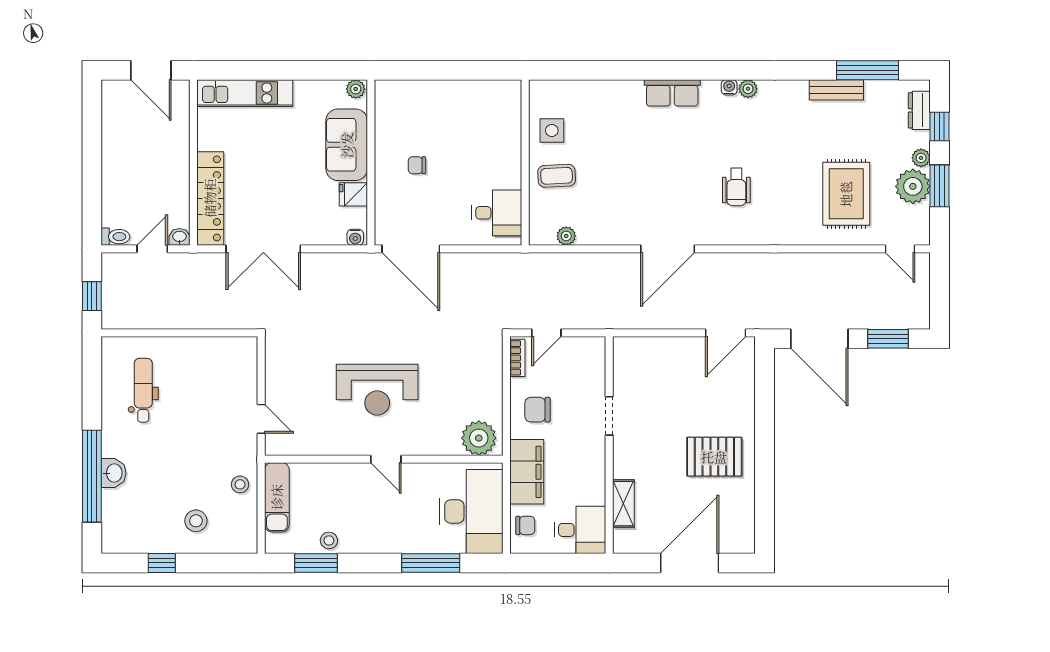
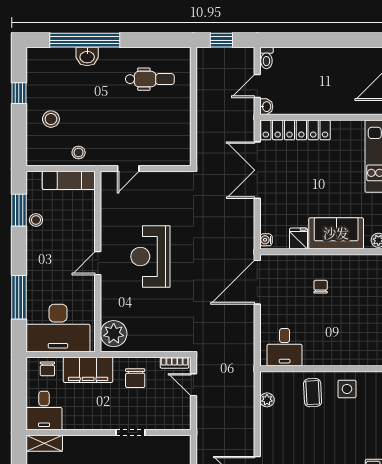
door: (152, 249) -> (257, 86), swing flipped
chair: (537, 410) -> (135, 378), turned 180
shelving: (623, 504) -> (44, 443), moved

